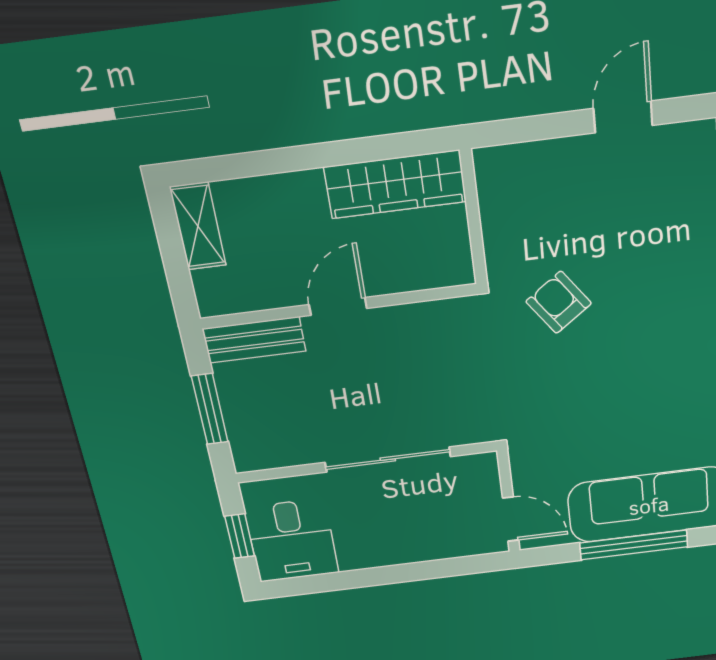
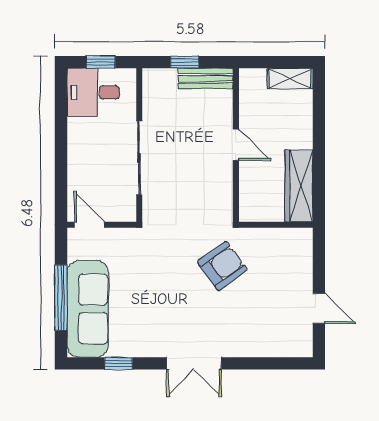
armchair: (559, 302) -> (222, 266), width x1.38, depth x1.38
bench: (254, 340) -> (206, 78), moved, turned 90
window: (210, 409) -> (185, 62), width x0.67
door: (511, 519) -> (89, 225), swing flipped

